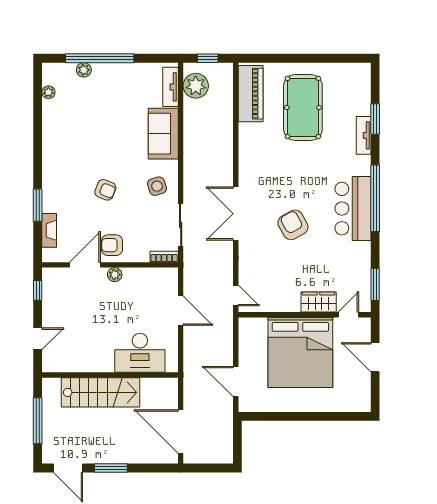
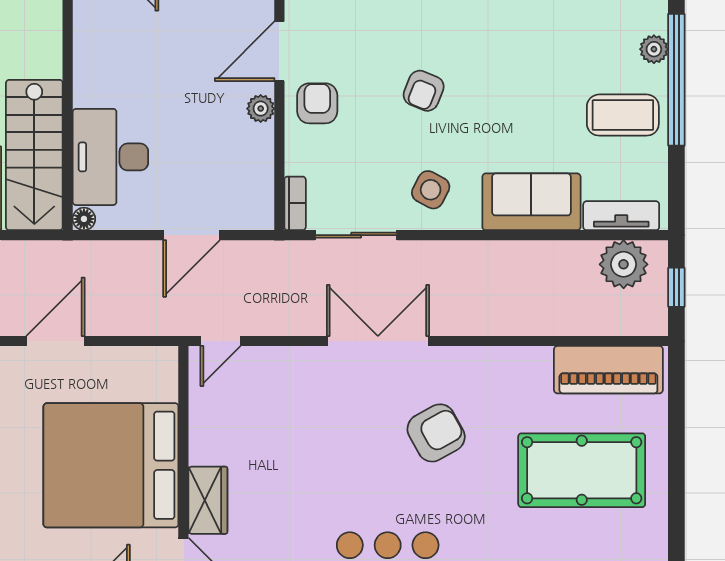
coffee table: (118, 86) -> (623, 115), added
side table: (157, 186) -> (431, 190), turned 45
armchair: (293, 225) -> (436, 433), moved
door: (85, 265) -> (279, 51), swing flipped
floor lamp: (172, 367) -> (84, 219), added
stairs: (101, 392) -> (34, 155), moved

